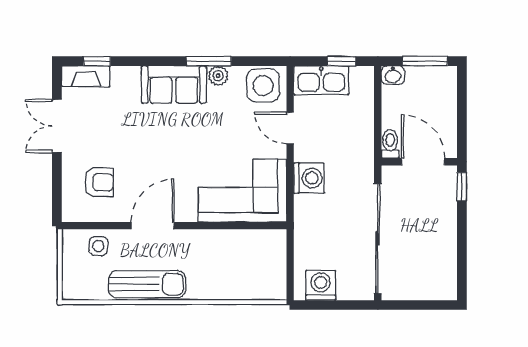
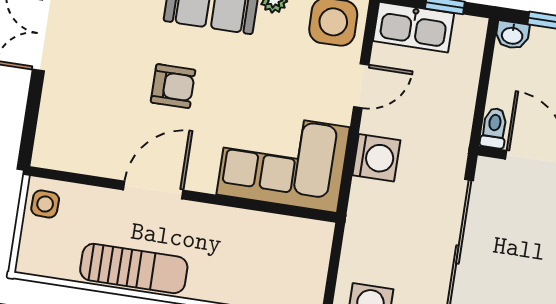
door: (290, 128) -> (361, 86), swing flipped
armchair: (99, 182) -> (173, 86), moved
side table: (98, 246) -> (45, 204), moved

